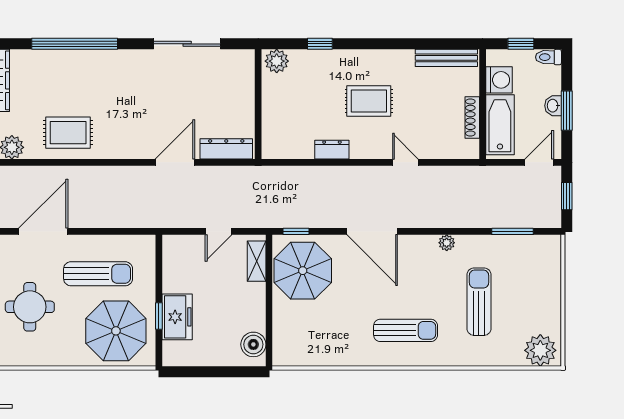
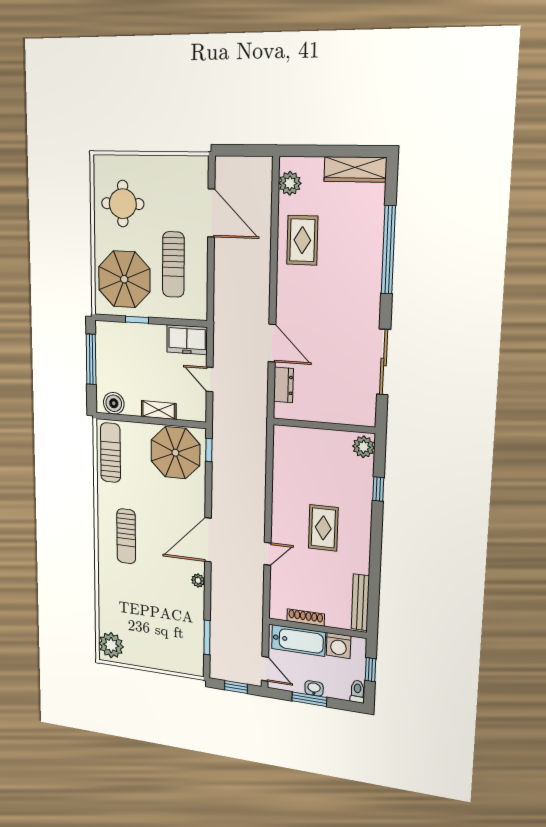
dresser: (226, 149) -> (283, 385), width x0.70
dresser: (332, 150) -> (280, 490), removed
door: (372, 231) -> (208, 540), moved
shelving: (257, 261) -> (159, 410), moved
sun lounger: (479, 302) -> (110, 453), moved, turned -90
round table: (30, 307) -> (123, 204), moved
freezer: (177, 317) -> (187, 340), moved
window: (206, 372) -> (91, 359), added

